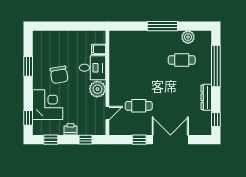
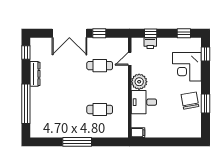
plant: (188, 37) -> (53, 131), removed
filing cabinet: (99, 49) -> (138, 133), moved
cafe table: (182, 60) -> (100, 109), moved
chair: (59, 75) -> (190, 101), moved
printer: (71, 129) -> (150, 43), moved

